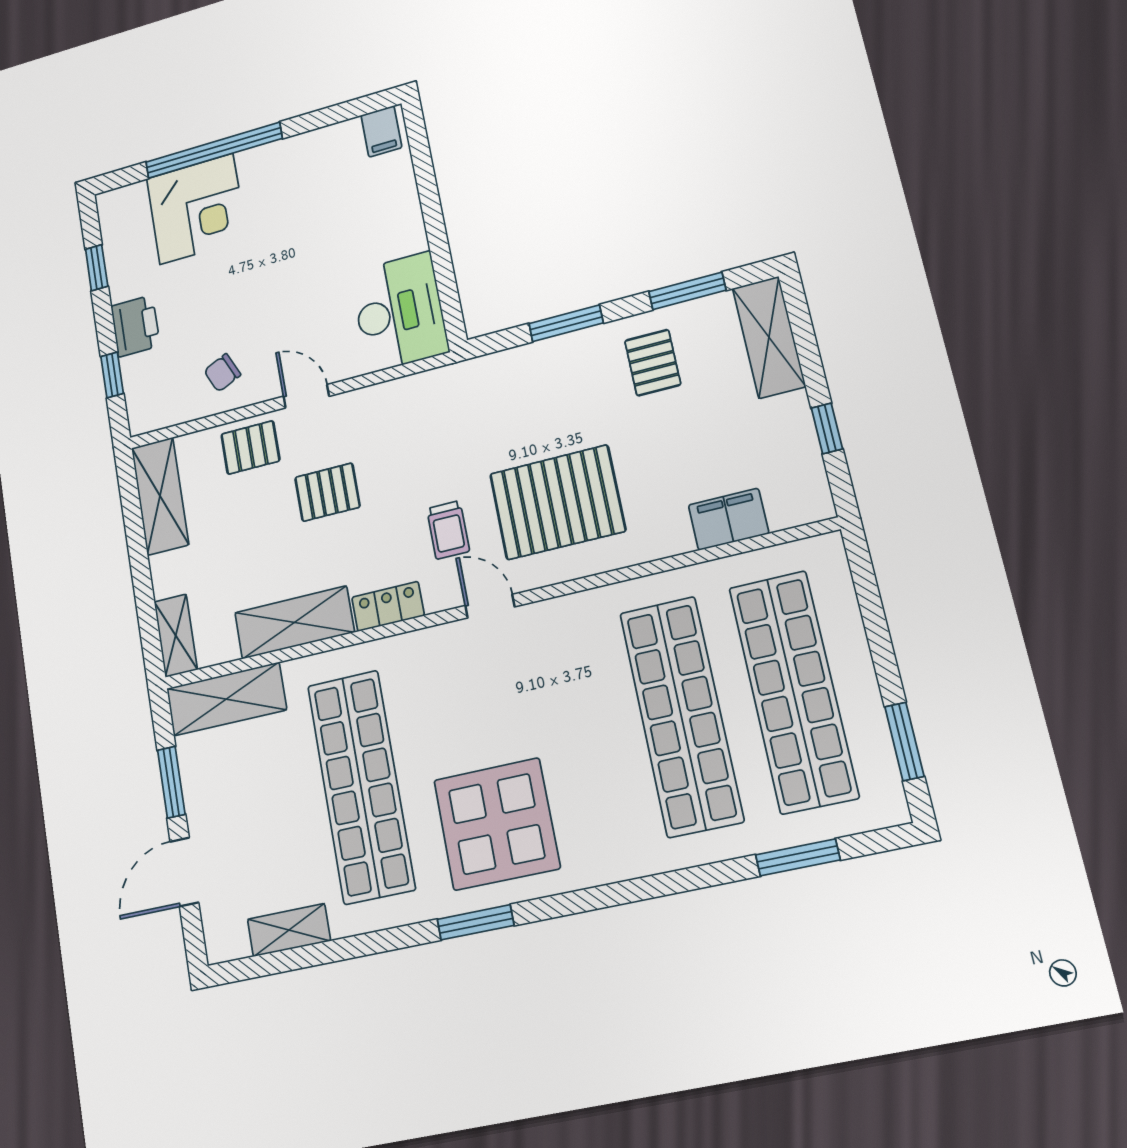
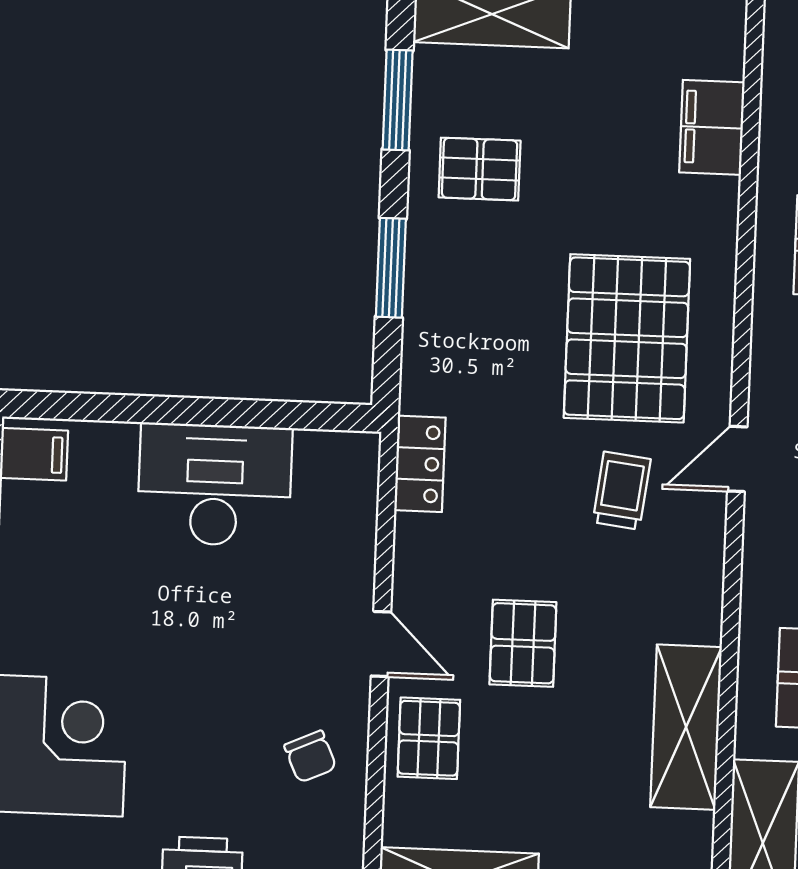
desk: (399, 312) -> (215, 485), moved
door: (306, 396) -> (381, 644), swing flipped
trolley: (448, 530) -> (622, 491), turned -83
locker: (388, 606) -> (420, 464), moved, turned 180

